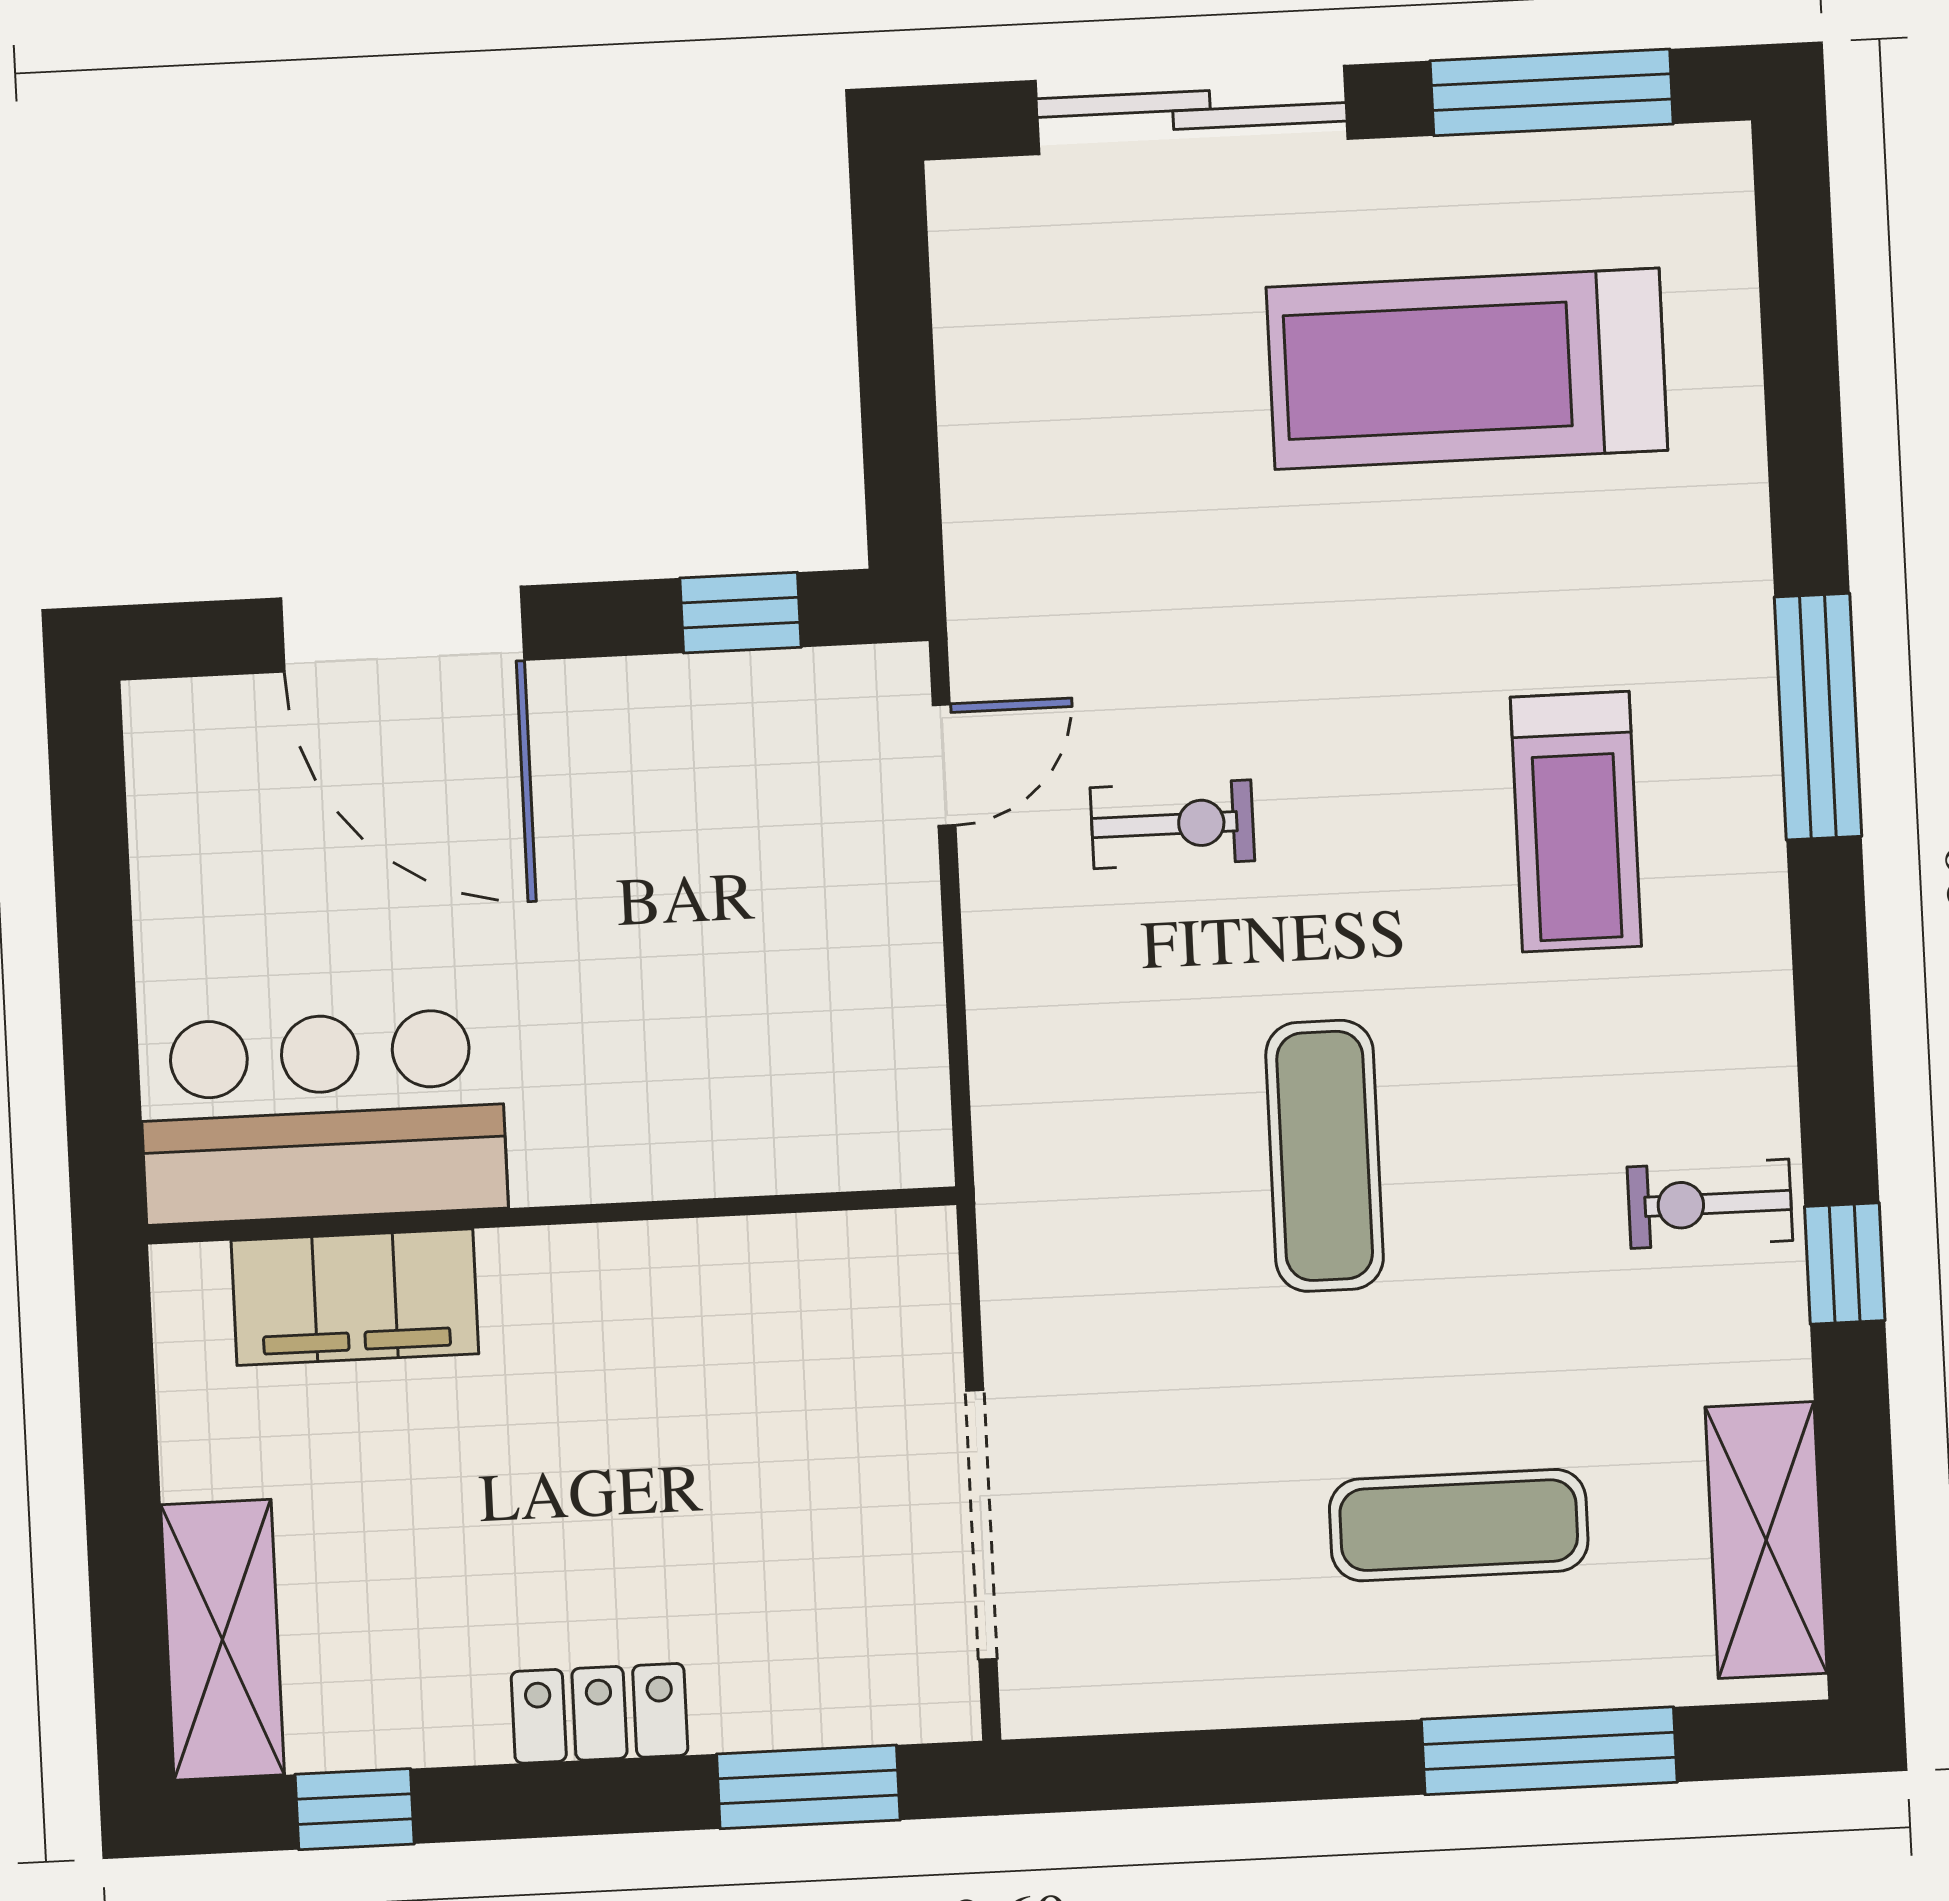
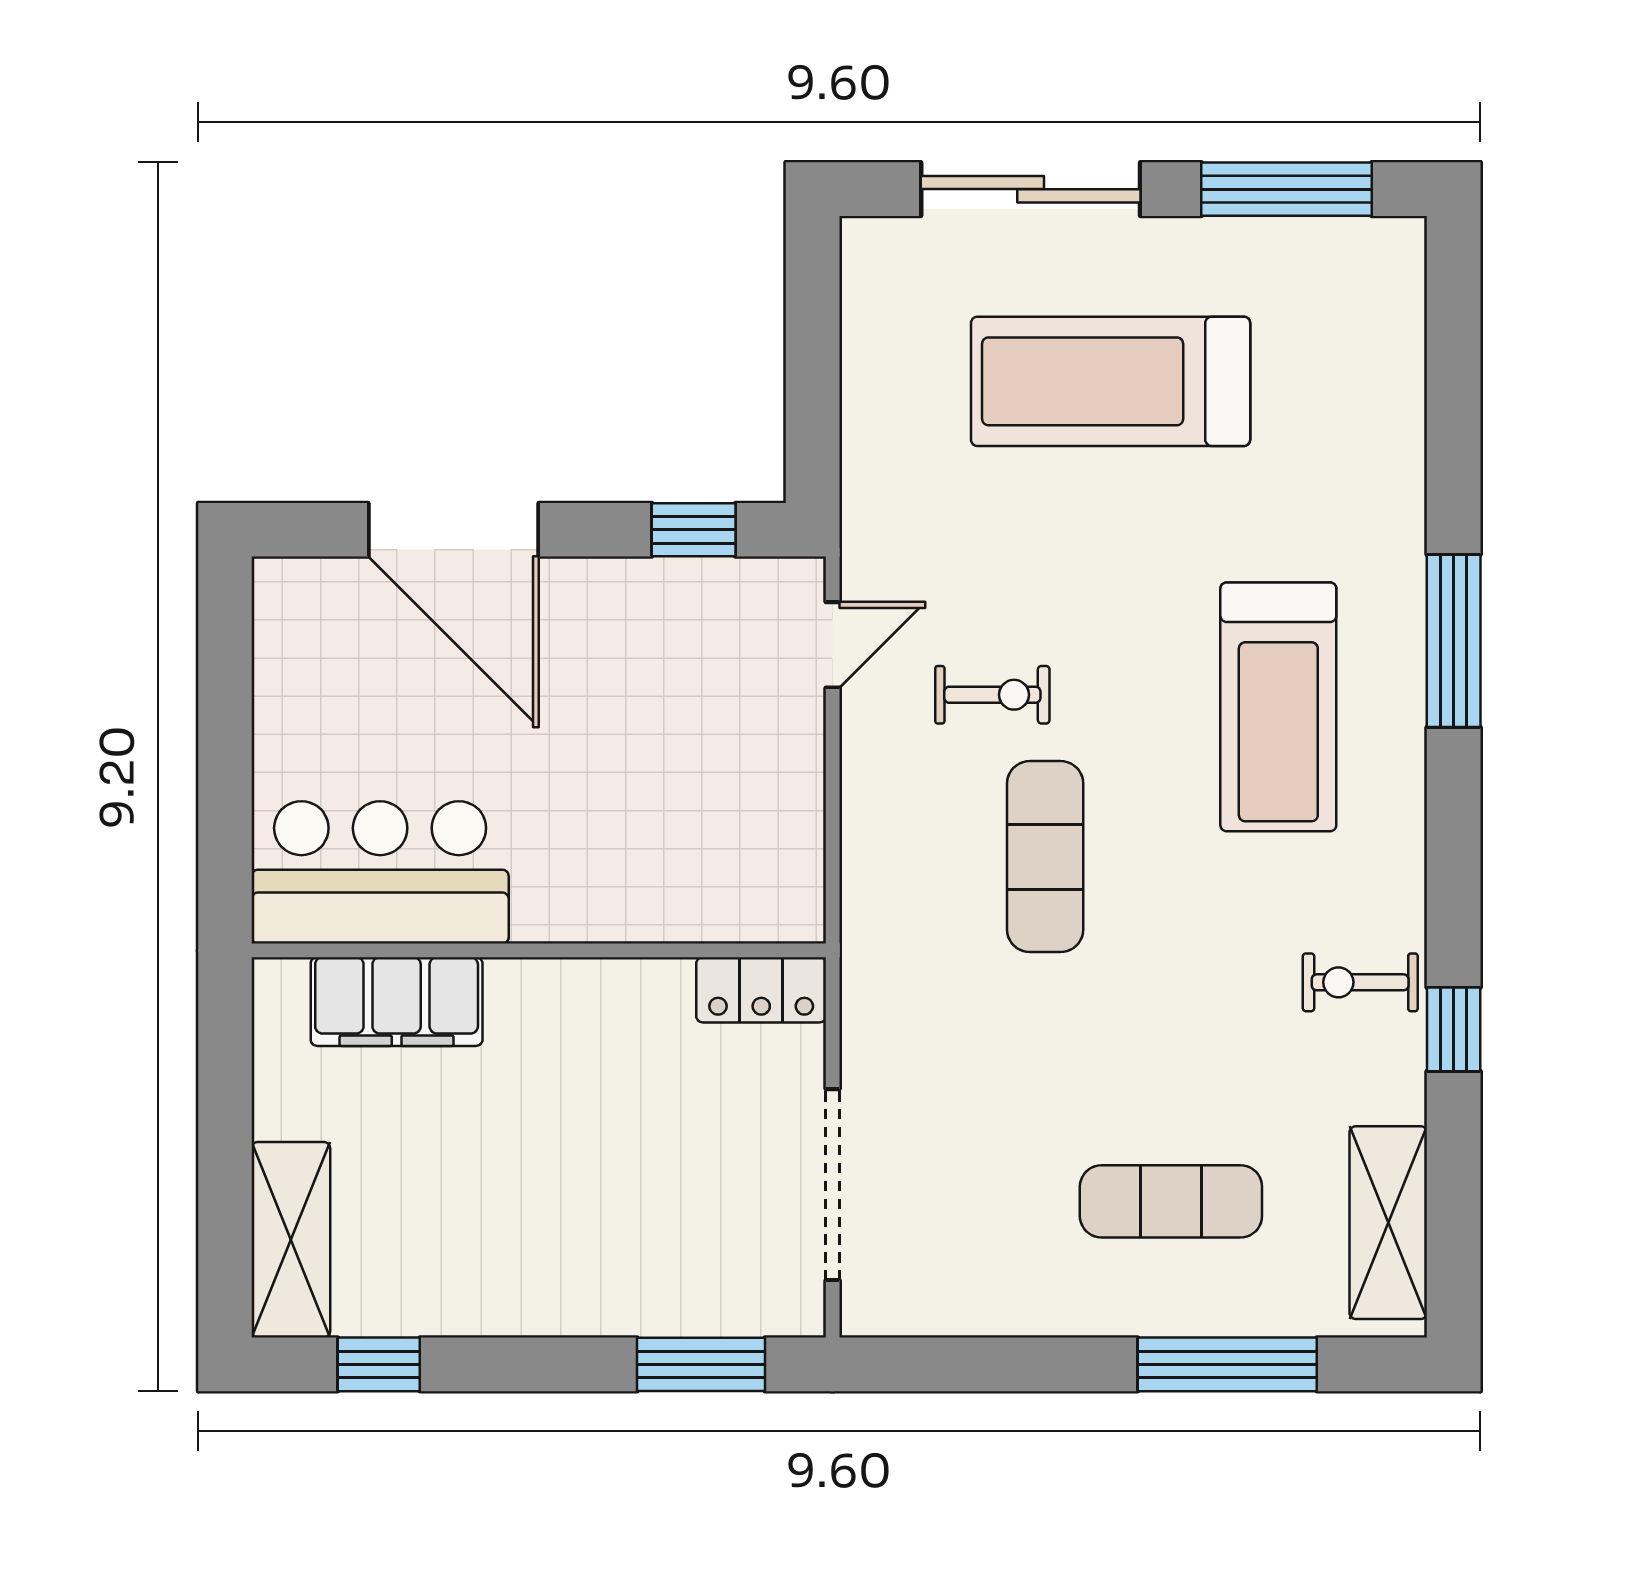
treadmill: (1467, 369) -> (1111, 381), moved
treadmill: (1576, 822) -> (1278, 707), width x1.37, depth x1.37
exercise mat: (1325, 1156) -> (1045, 857), moved
locker: (599, 1713) -> (761, 990), moved, turned 180

